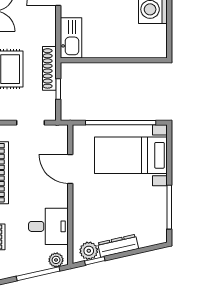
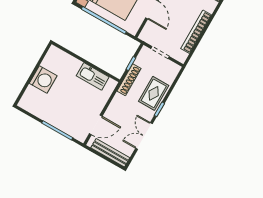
kitchen sink: (71, 38) -> (93, 76), moved, turned -90

